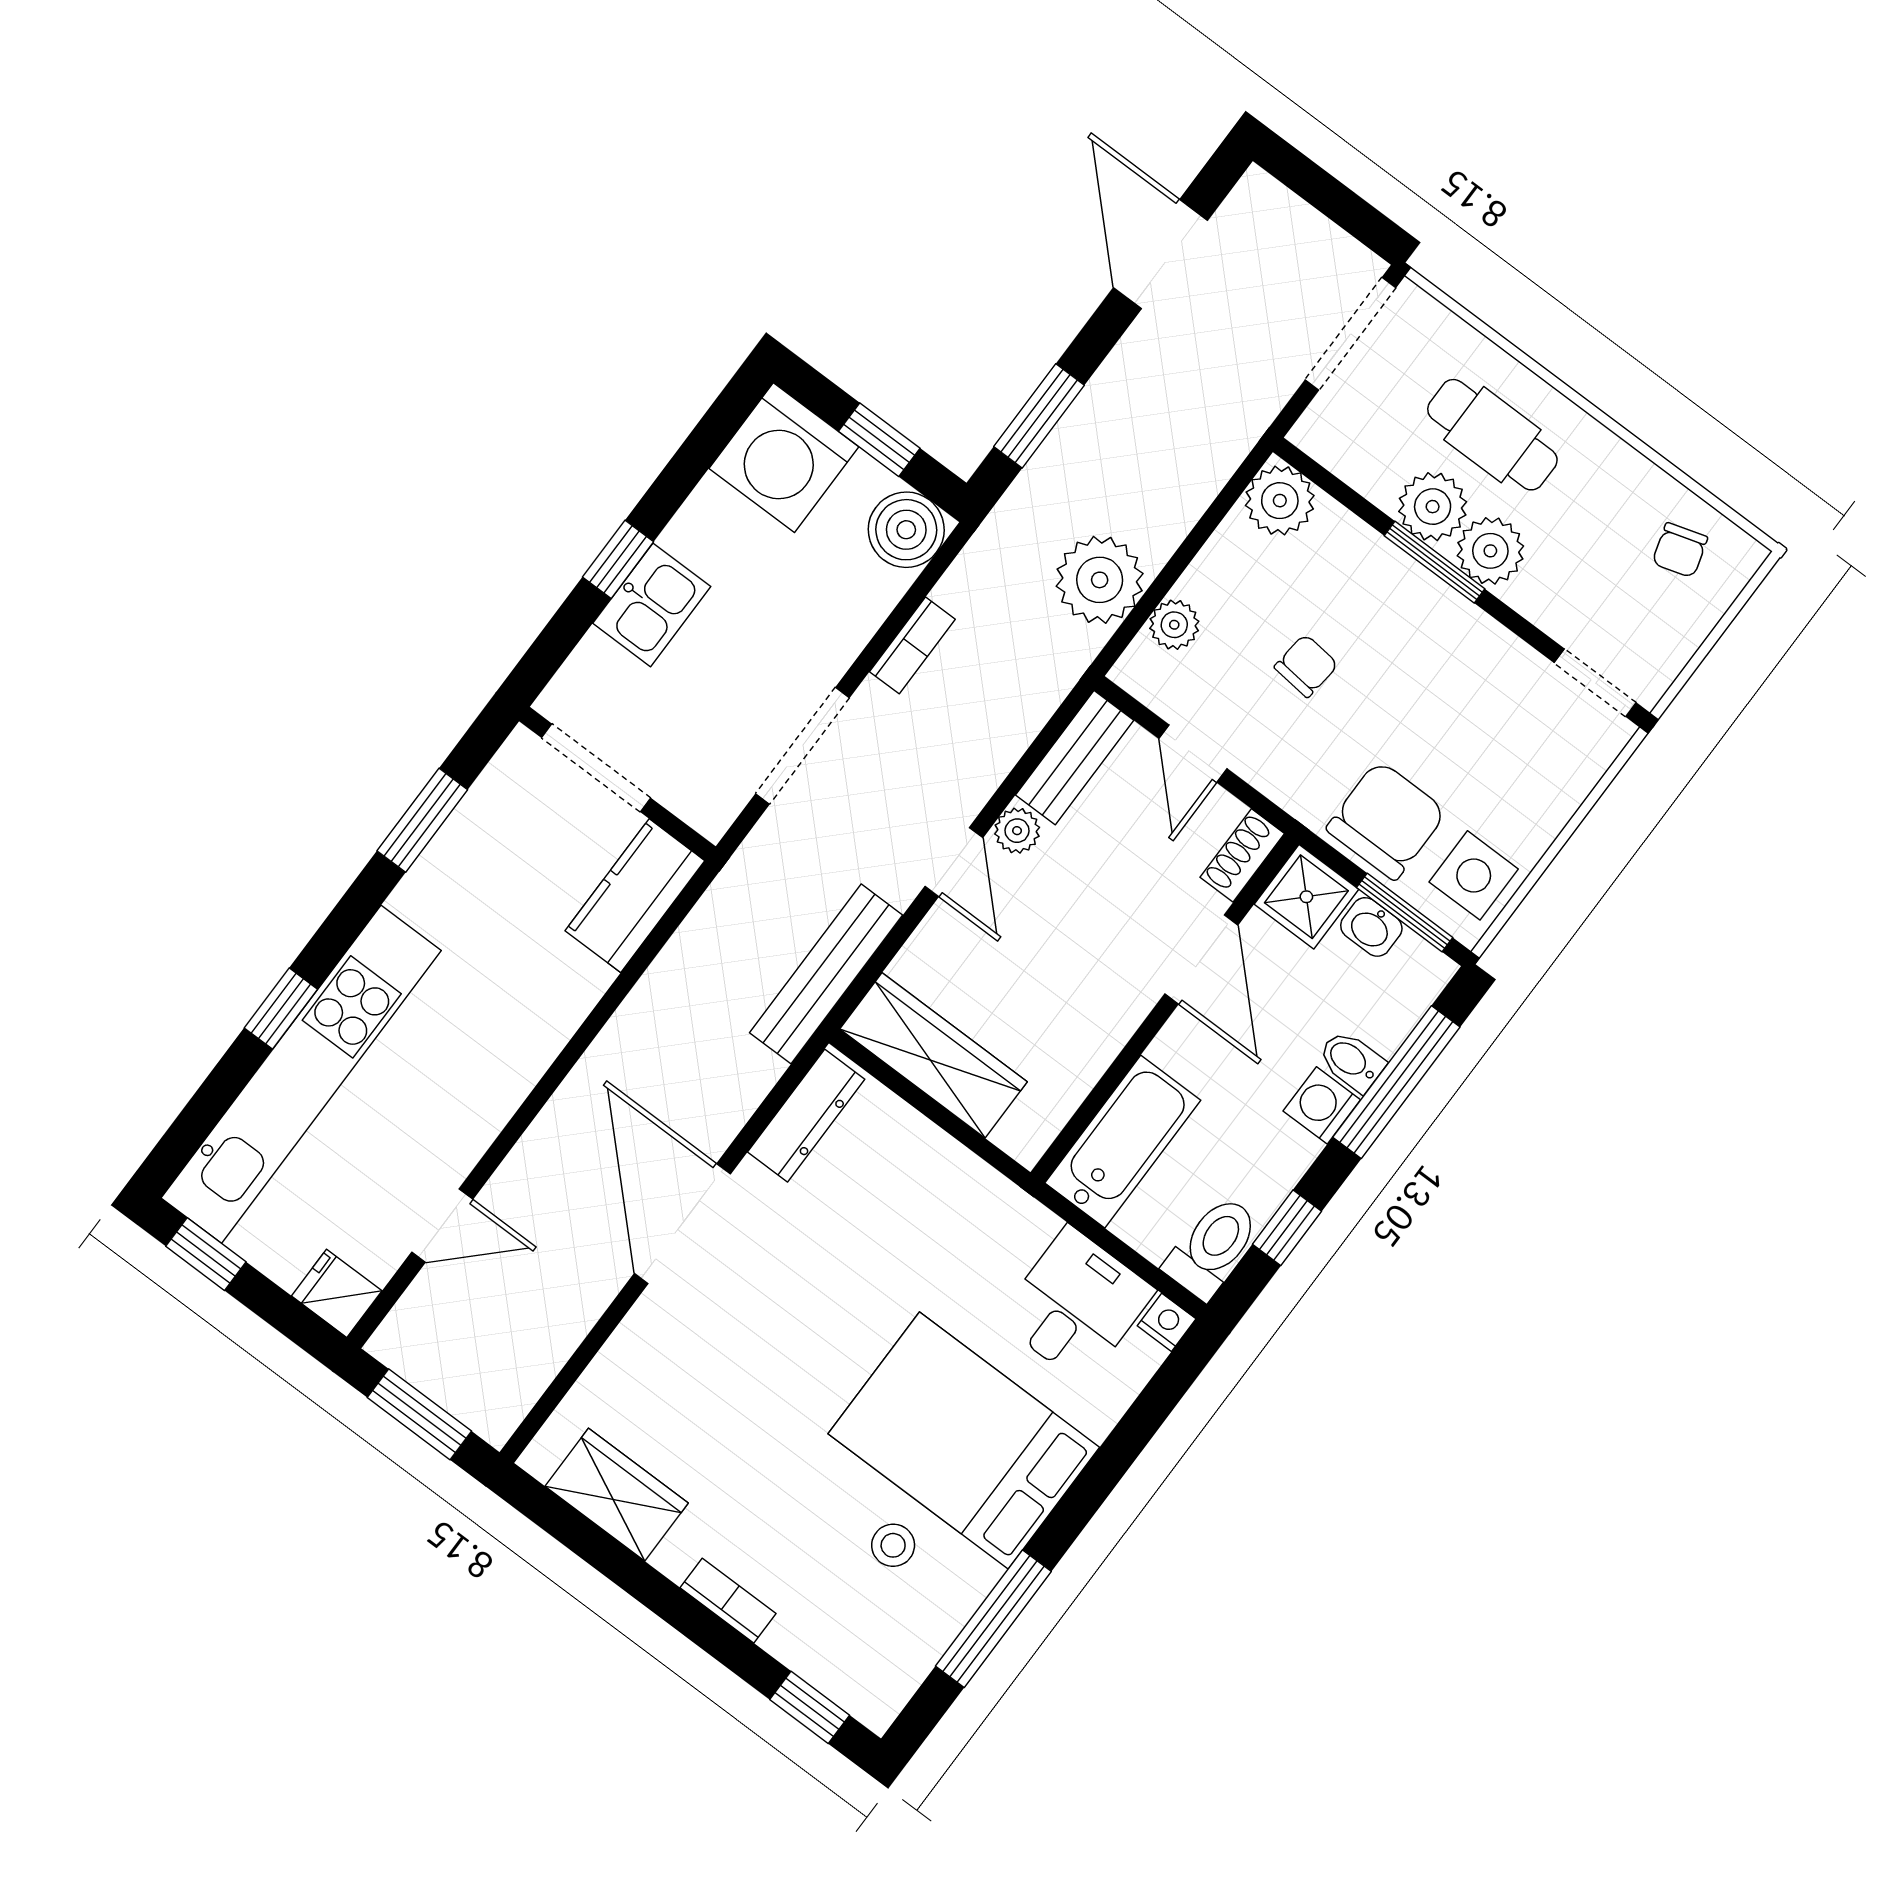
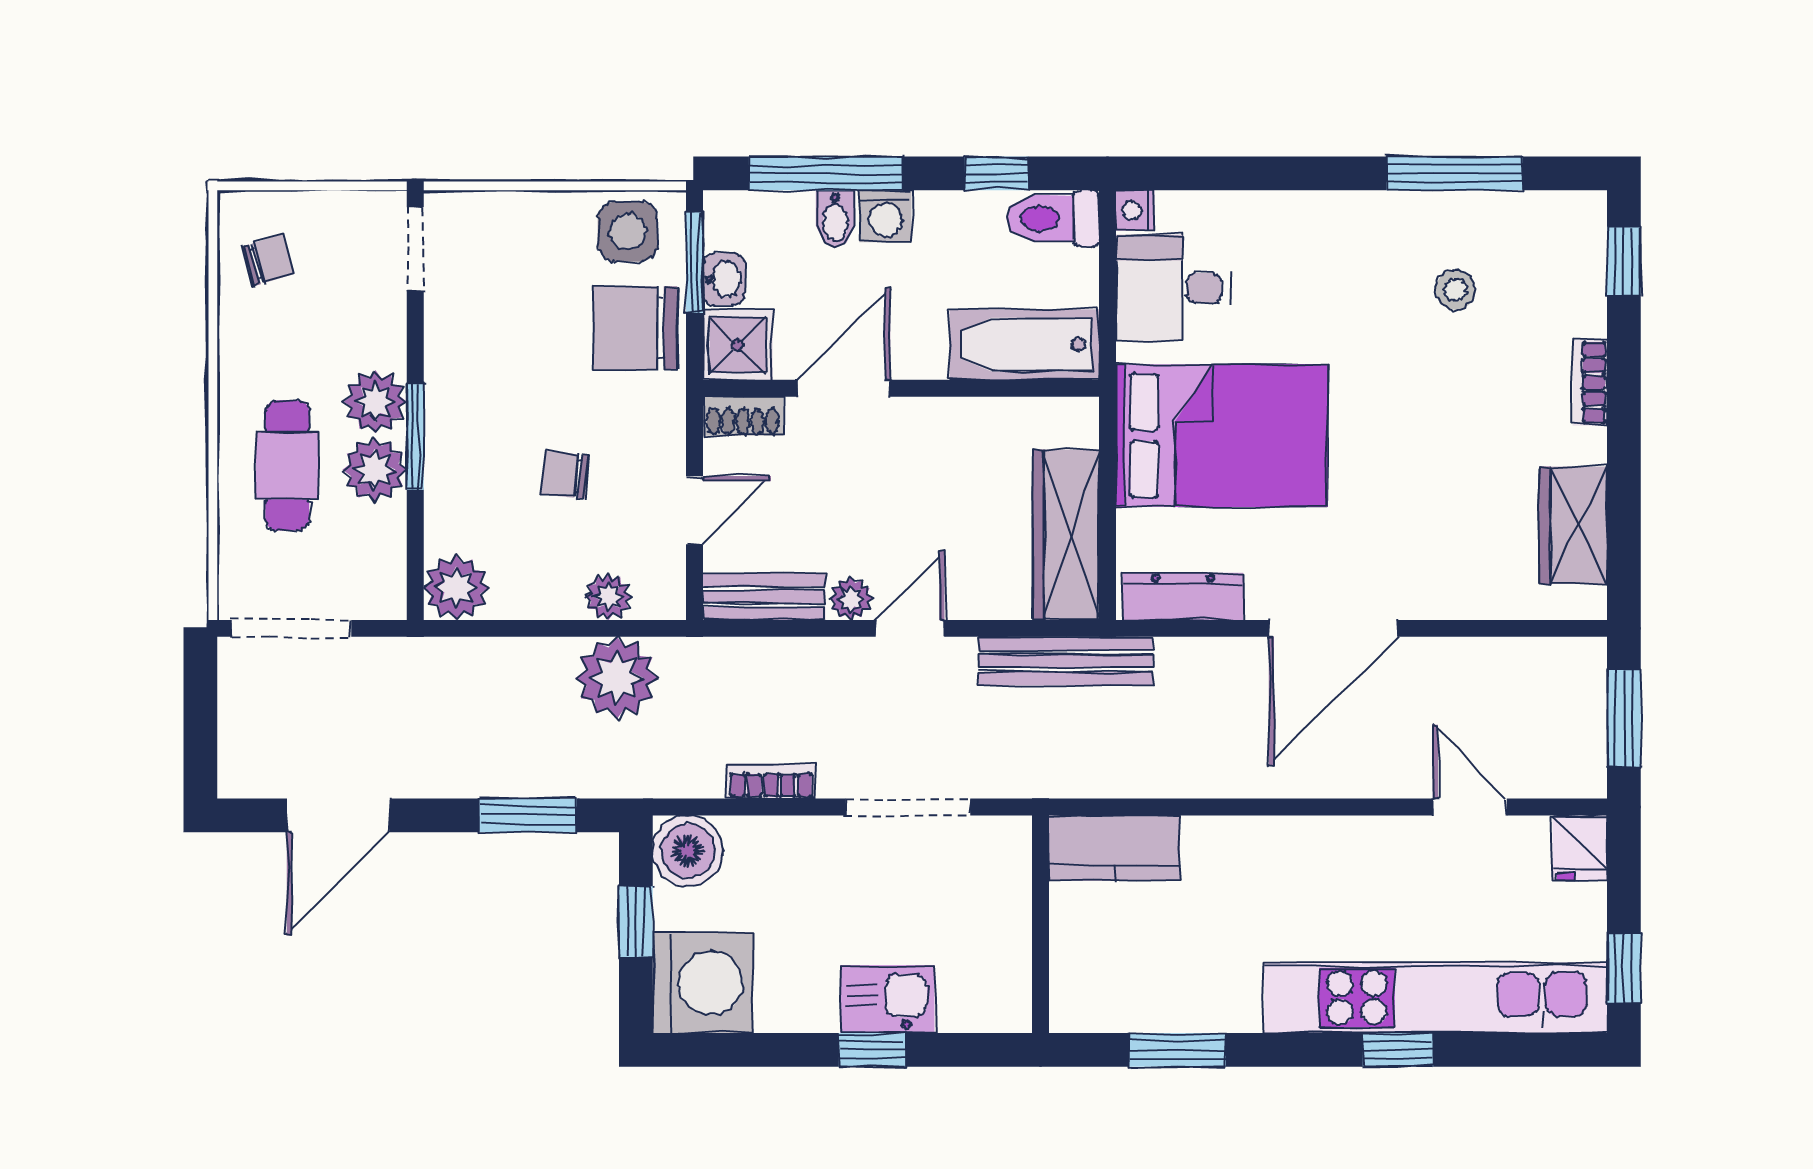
doorway: (596, 768) -> (1041, 949), removed
bed: (964, 1441) -> (1221, 436), moved, turned -90

